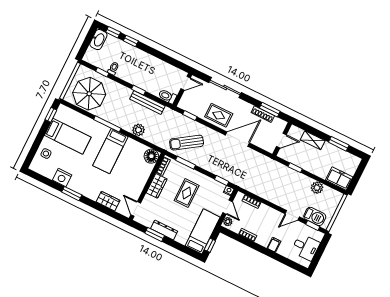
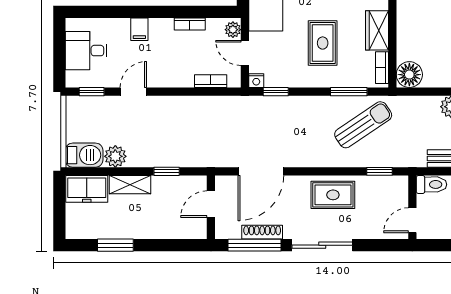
sliding door: (225, 88) -> (322, 245), moved
window: (270, 110) -> (255, 245), width x1.44
door: (237, 139) -> (261, 171), moved
shelving: (313, 140) -> (130, 185), moved
barbecue: (315, 216) -> (84, 155), moved, turned 180

